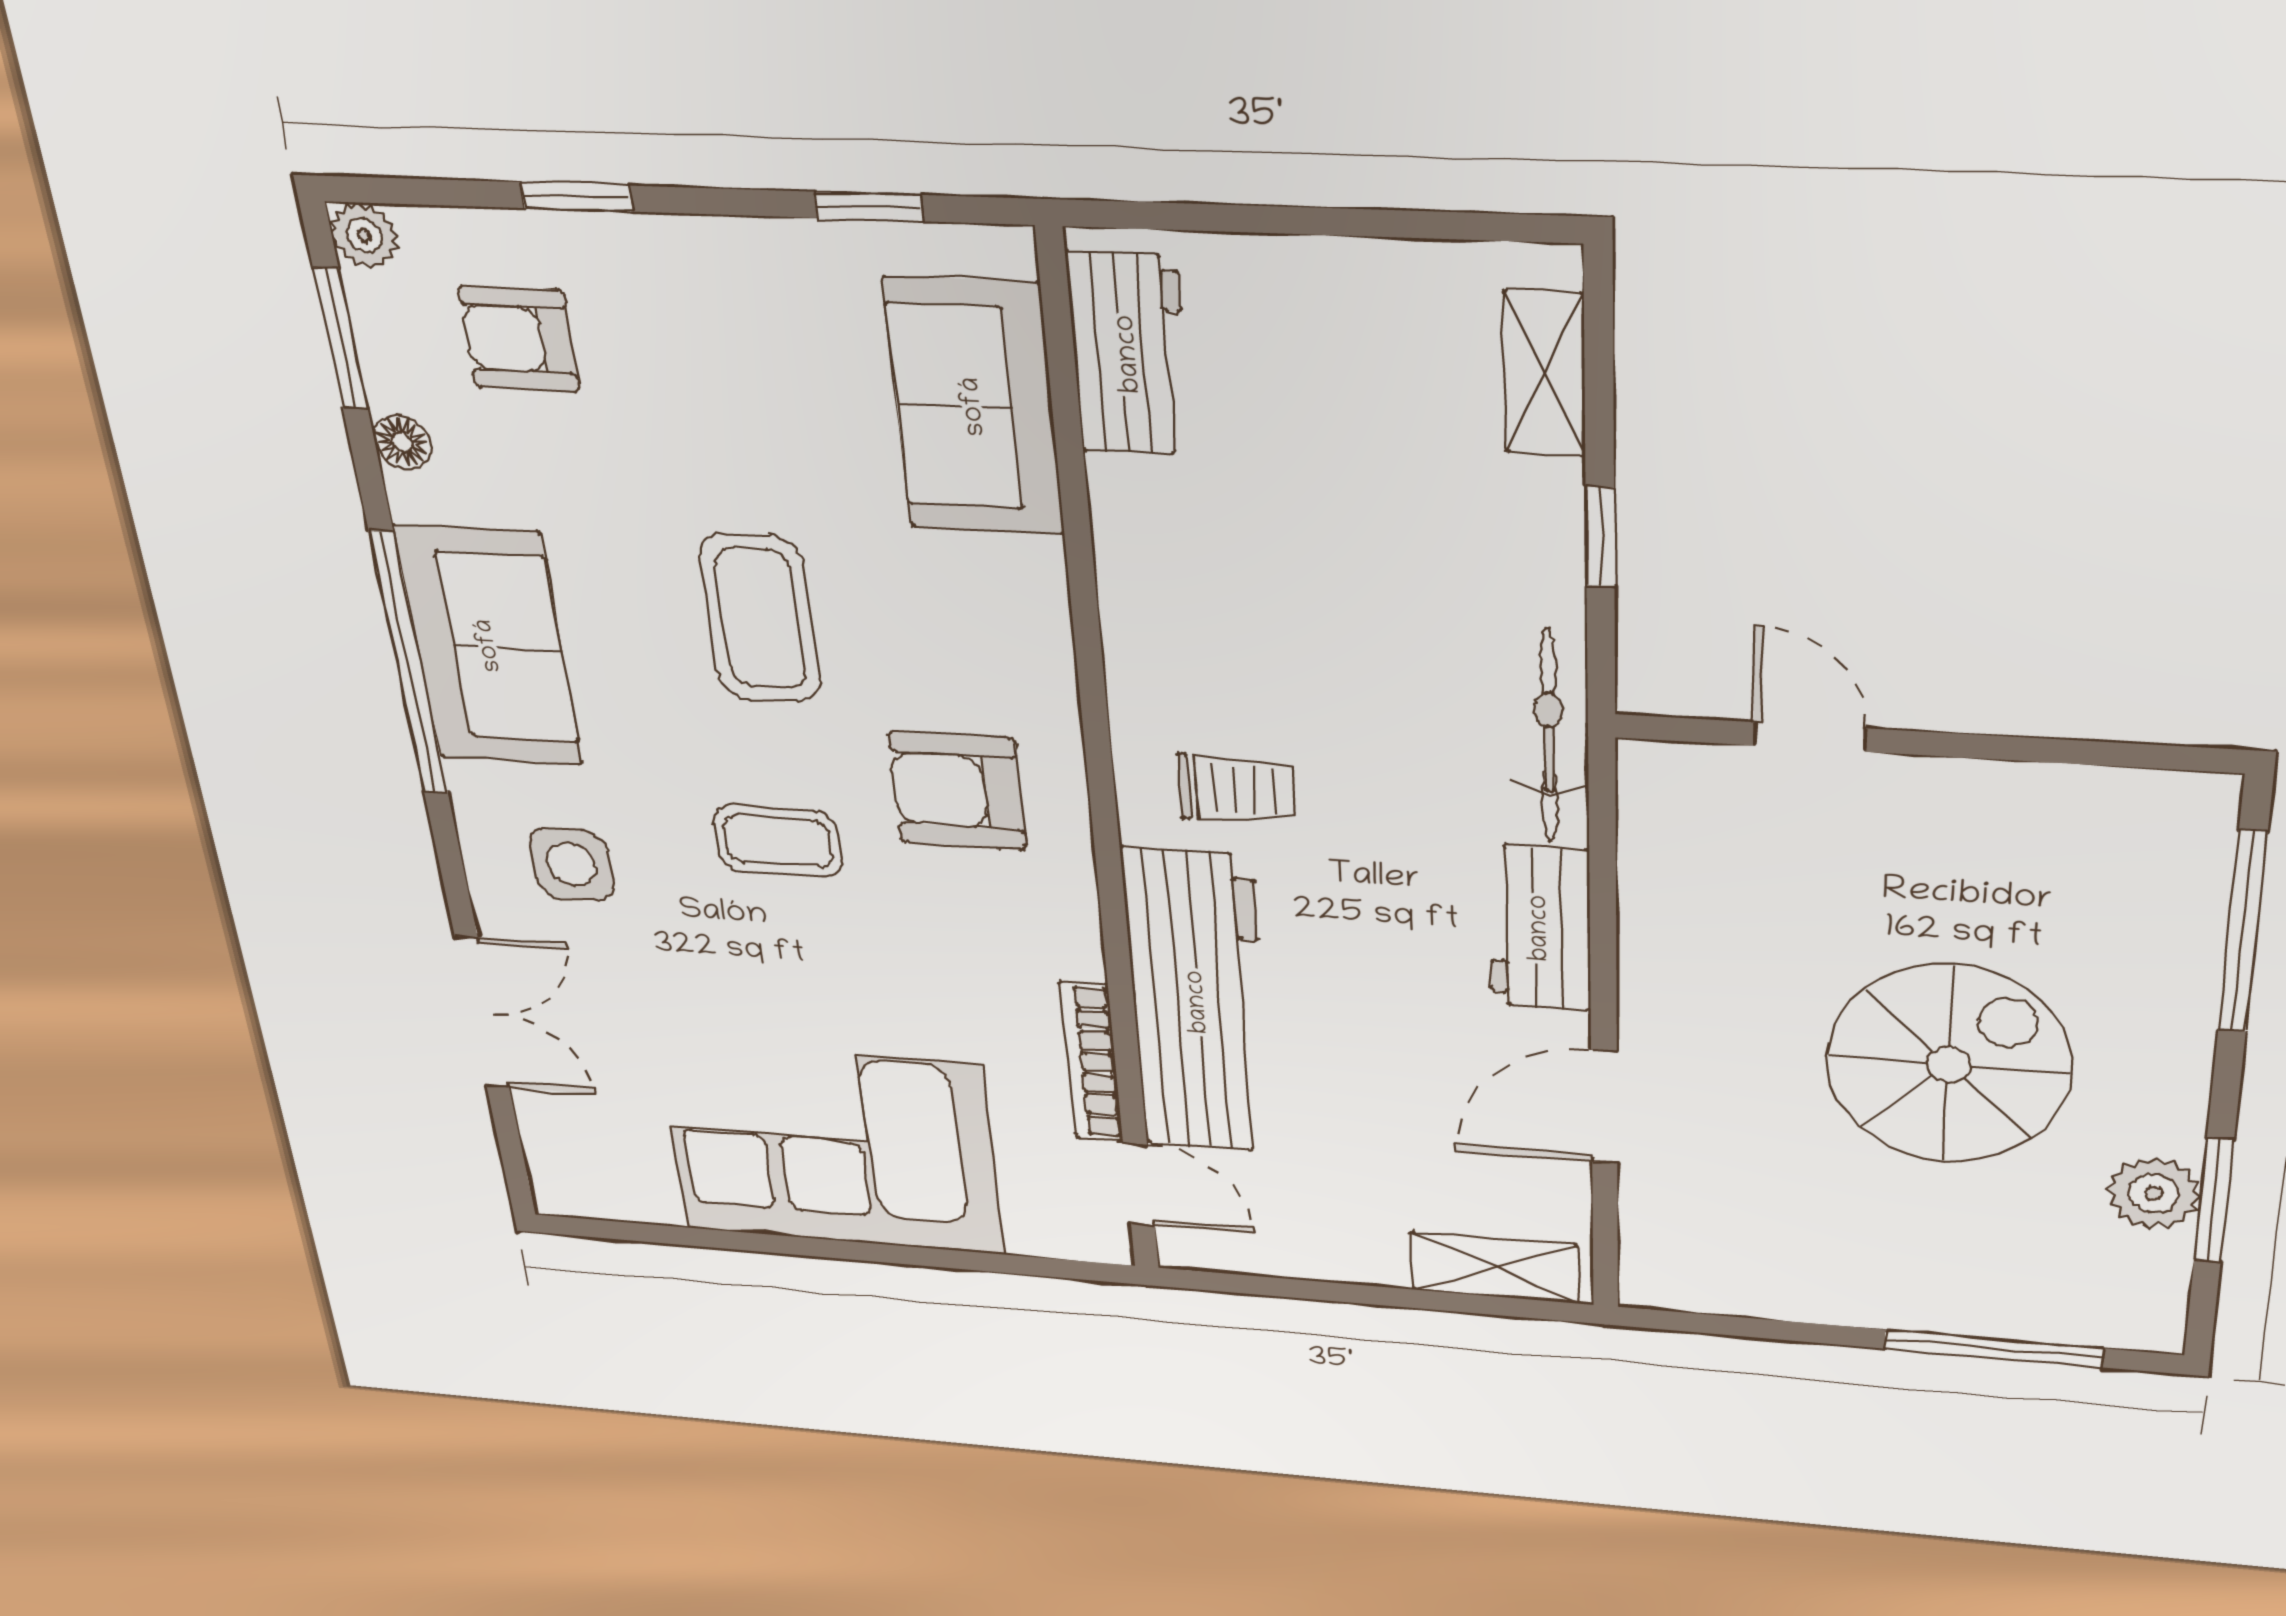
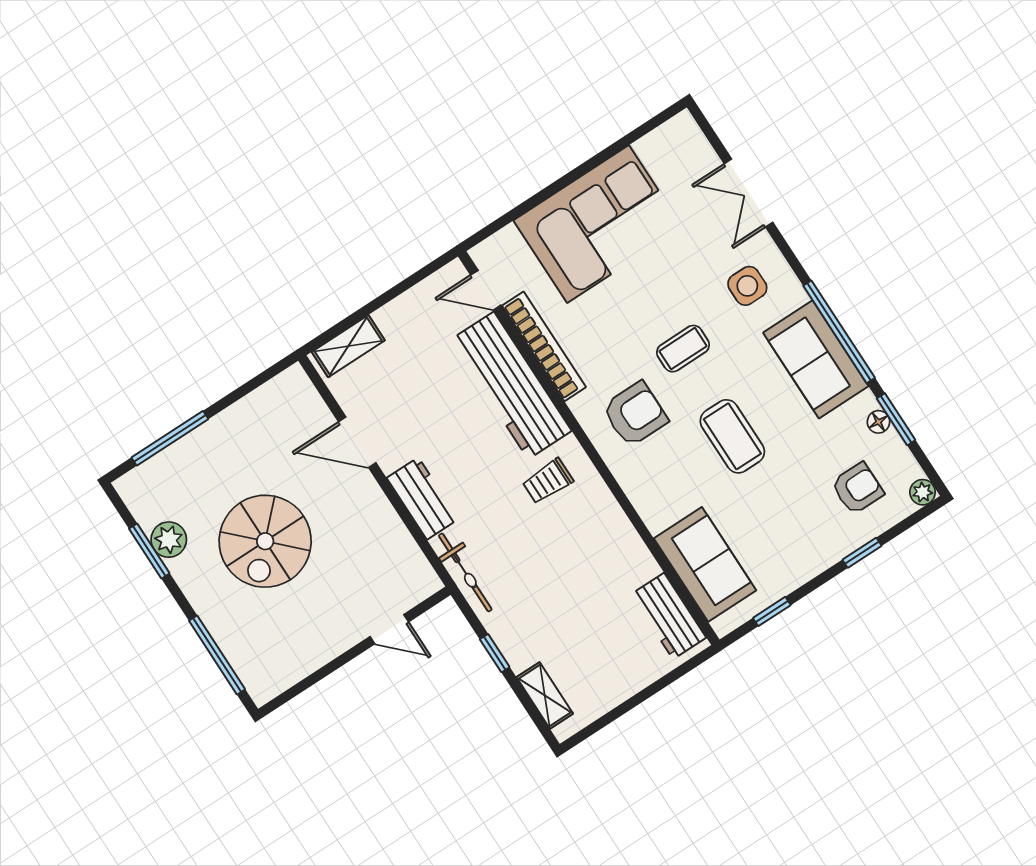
window: (340, 338) -> (896, 419), moved
bookcase: (1092, 1062) -> (544, 346), width x1.48, depth x1.31
door: (1604, 1107) -> (357, 442), swing flipped

